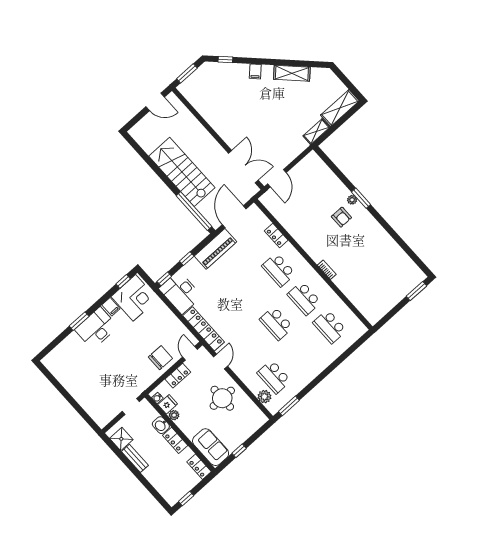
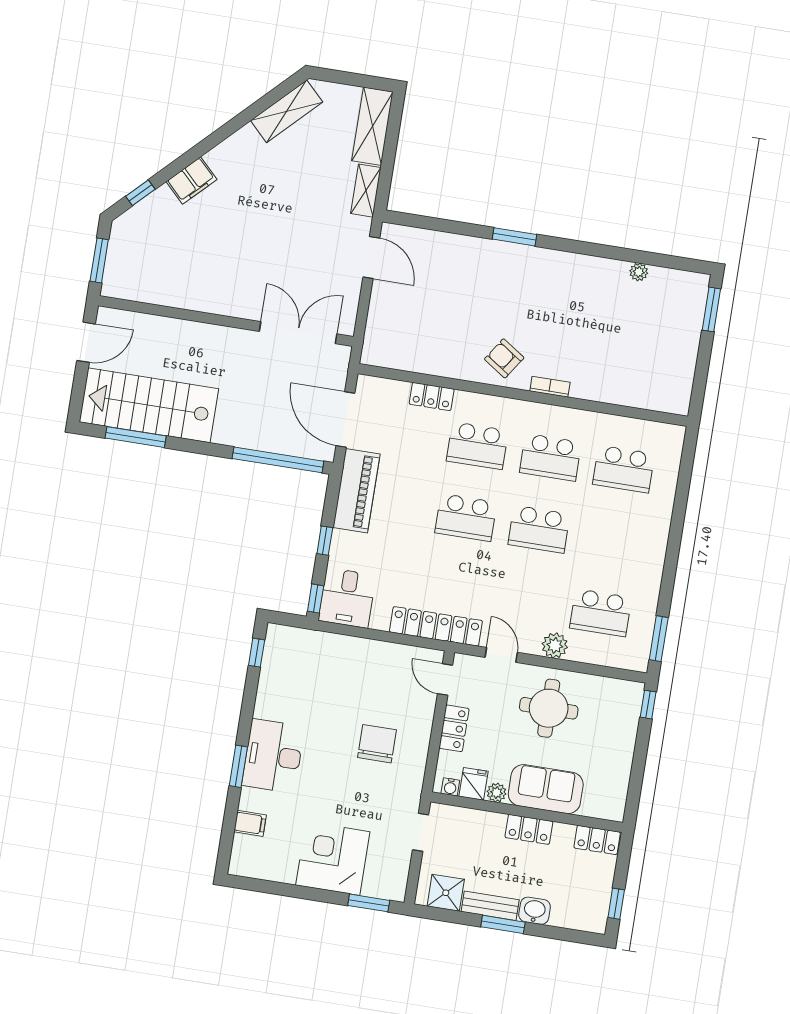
filing cabinet: (255, 71) -> (192, 181), width x2.00
shelving: (292, 73) -> (287, 111), moved
window: (144, 156) -> (136, 437), added
stairs: (182, 172) -> (149, 405), moved
door: (277, 178) -> (371, 258), moved
plant: (352, 200) -> (639, 272), moved
armchair: (341, 217) -> (504, 358), moved, turned -146
desk: (180, 292) -> (347, 598), width x0.73
school desk: (251, 295) -> (466, 517), added
corner desk: (134, 298) -> (333, 858), moved, turned -90
filing cabinet: (111, 307) -> (250, 823), moved
chair: (160, 358) -> (377, 744), moved
plant: (264, 397) -> (555, 645), moved
window: (87, 418) -> (369, 903), added
washbasin: (161, 425) -> (535, 911), moved, turned 180
sofa: (211, 447) -> (546, 789), moved
window: (239, 451) -> (648, 705), moved
window: (134, 470) -> (503, 924), added

